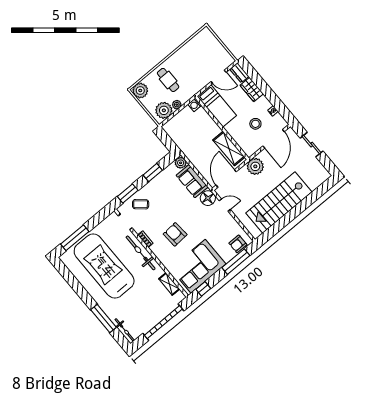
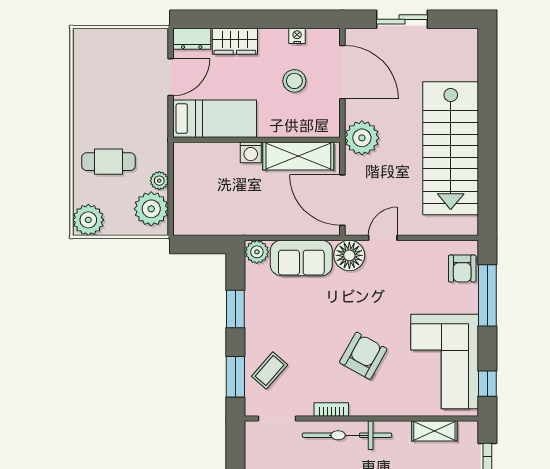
washing machine: (195, 105) -> (251, 152), moved
armchair: (175, 234) -> (363, 356), turned 123

